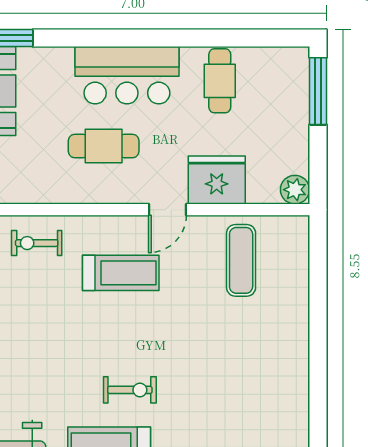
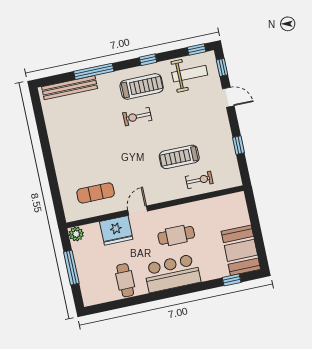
window: (318, 91) -> (71, 268), moved
exercise mat: (241, 260) -> (96, 193), turned 90
treadmill: (121, 273) -> (179, 157), moved

